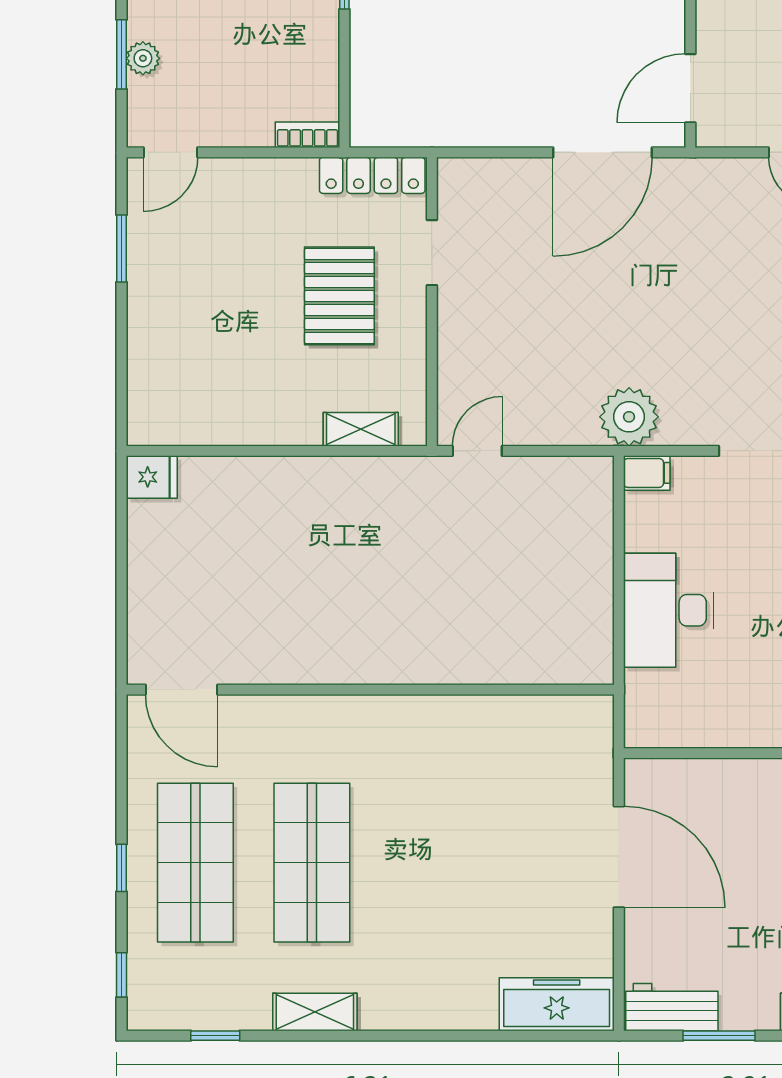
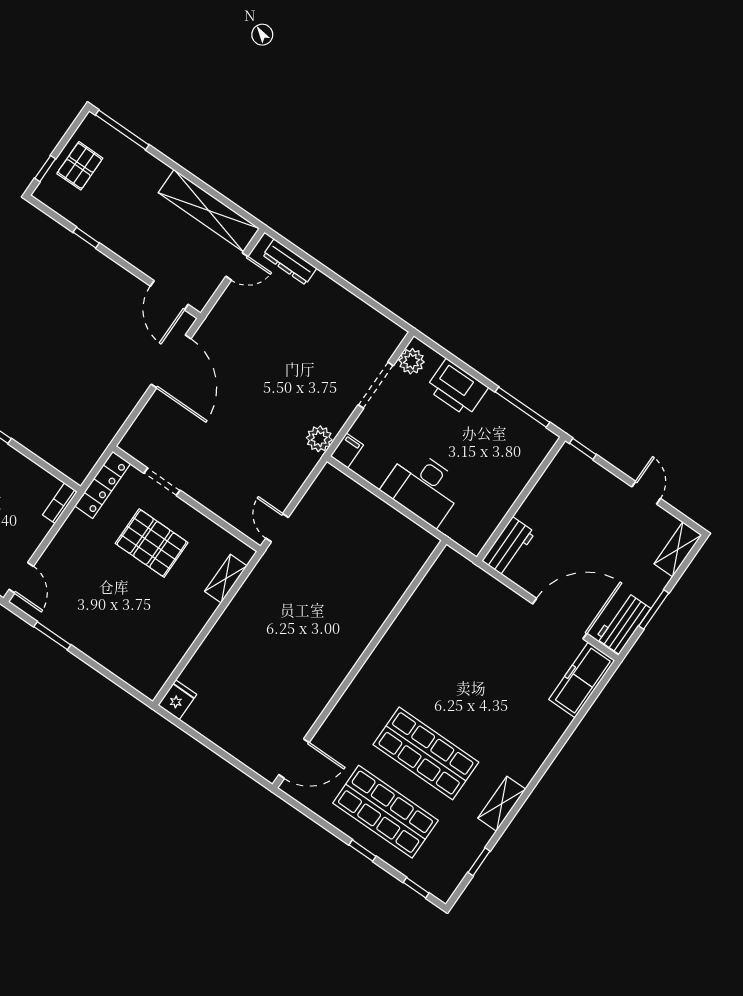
plant: (629, 417) -> (319, 439), width x0.73, depth x0.73
workbench: (668, 781) -> (509, 547), added
door: (619, 857) -> (560, 619), moved

